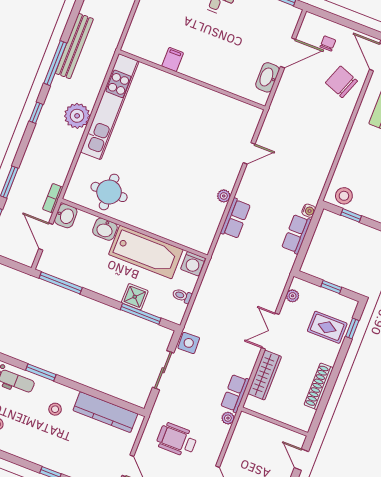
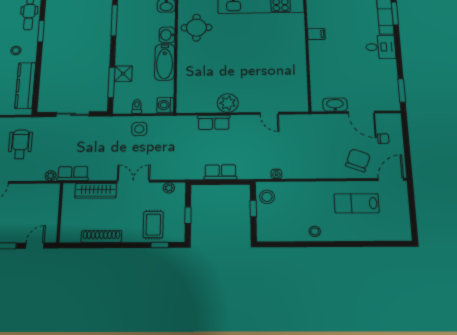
plant: (224, 196) -> (228, 103), width x1.87, depth x1.87
water cooler: (309, 211) -> (276, 174), moved
bathtub: (146, 252) -> (165, 62), width x0.73, depth x0.73
side table: (189, 343) -> (139, 129), moved

